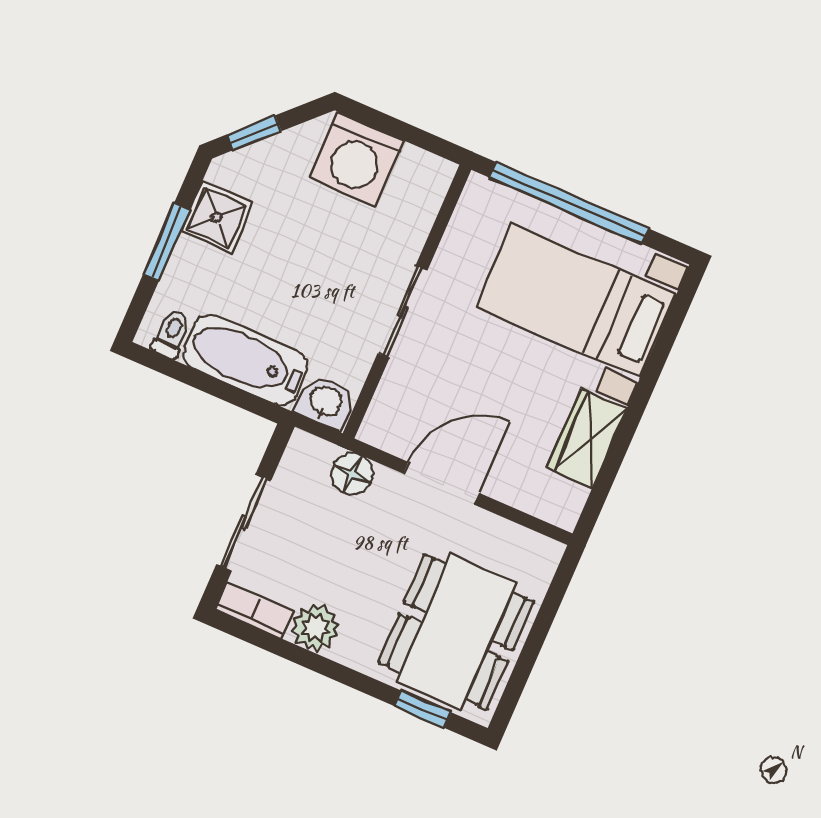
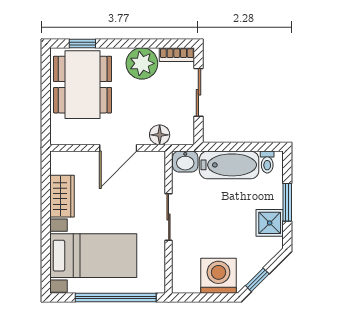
window: (254, 133) -> (257, 280), moved
plant: (316, 627) -> (142, 63), width x1.36, depth x1.36

